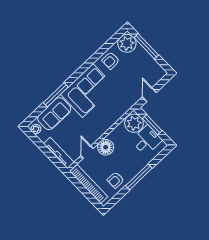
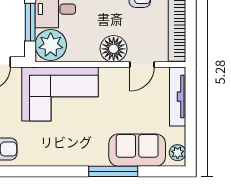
corner sofa: (88, 91) -> (60, 94), moved, turned 180

